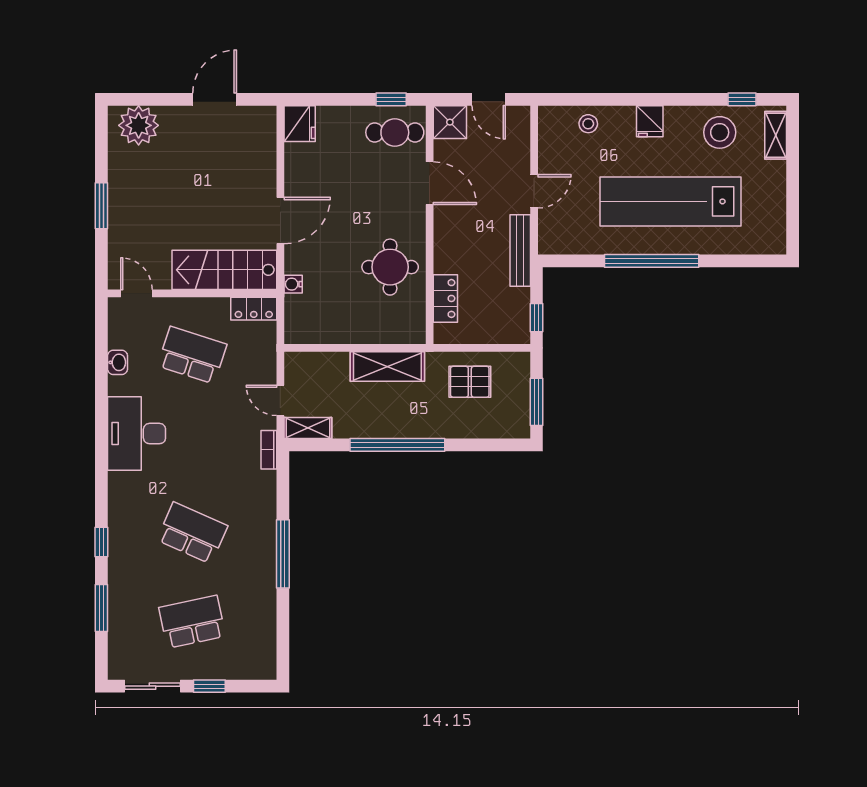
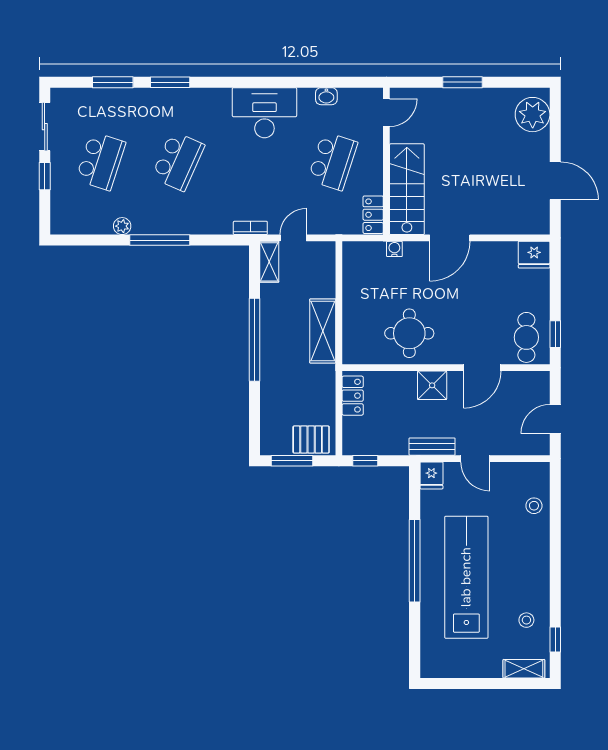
fridge: (650, 121) -> (431, 475), moved, turned -90
shower: (450, 122) -> (432, 385), moved
stool: (720, 132) -> (526, 620), width x0.53, depth x0.53
door: (280, 220) -> (450, 238), hinge flipped
bench: (520, 250) -> (432, 447), width x0.73
locker: (445, 298) -> (353, 396), moved, turned -90
pallet: (470, 382) -> (311, 440), moved, turned 90
window: (101, 542) -> (170, 82), width x1.50
plant: (267, 597) -> (122, 226), added
school desk: (192, 622) -> (101, 161), turned 30

